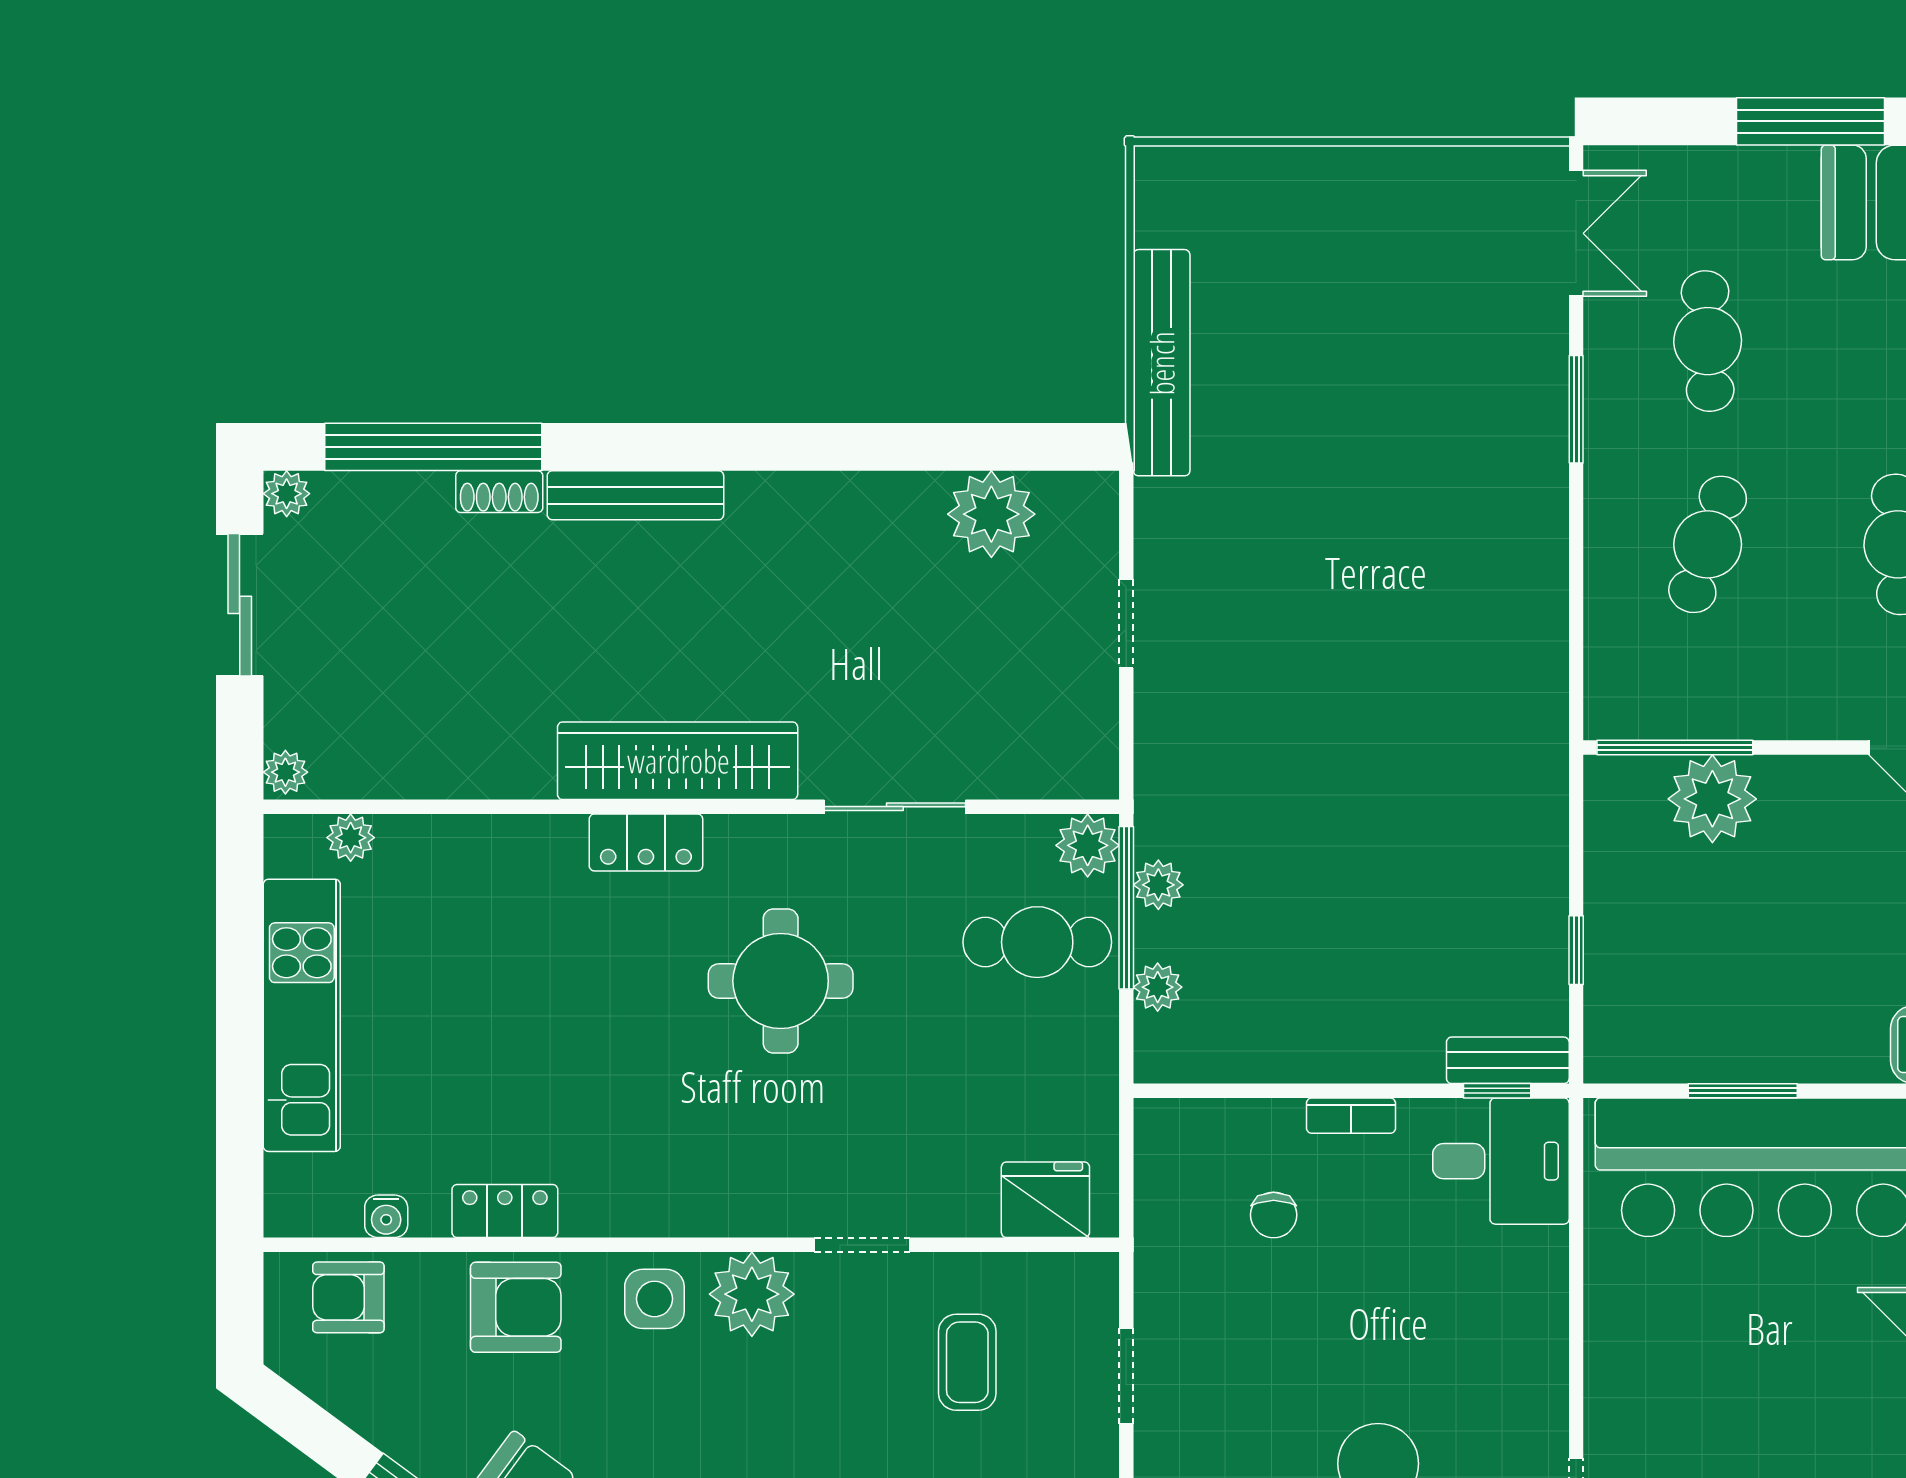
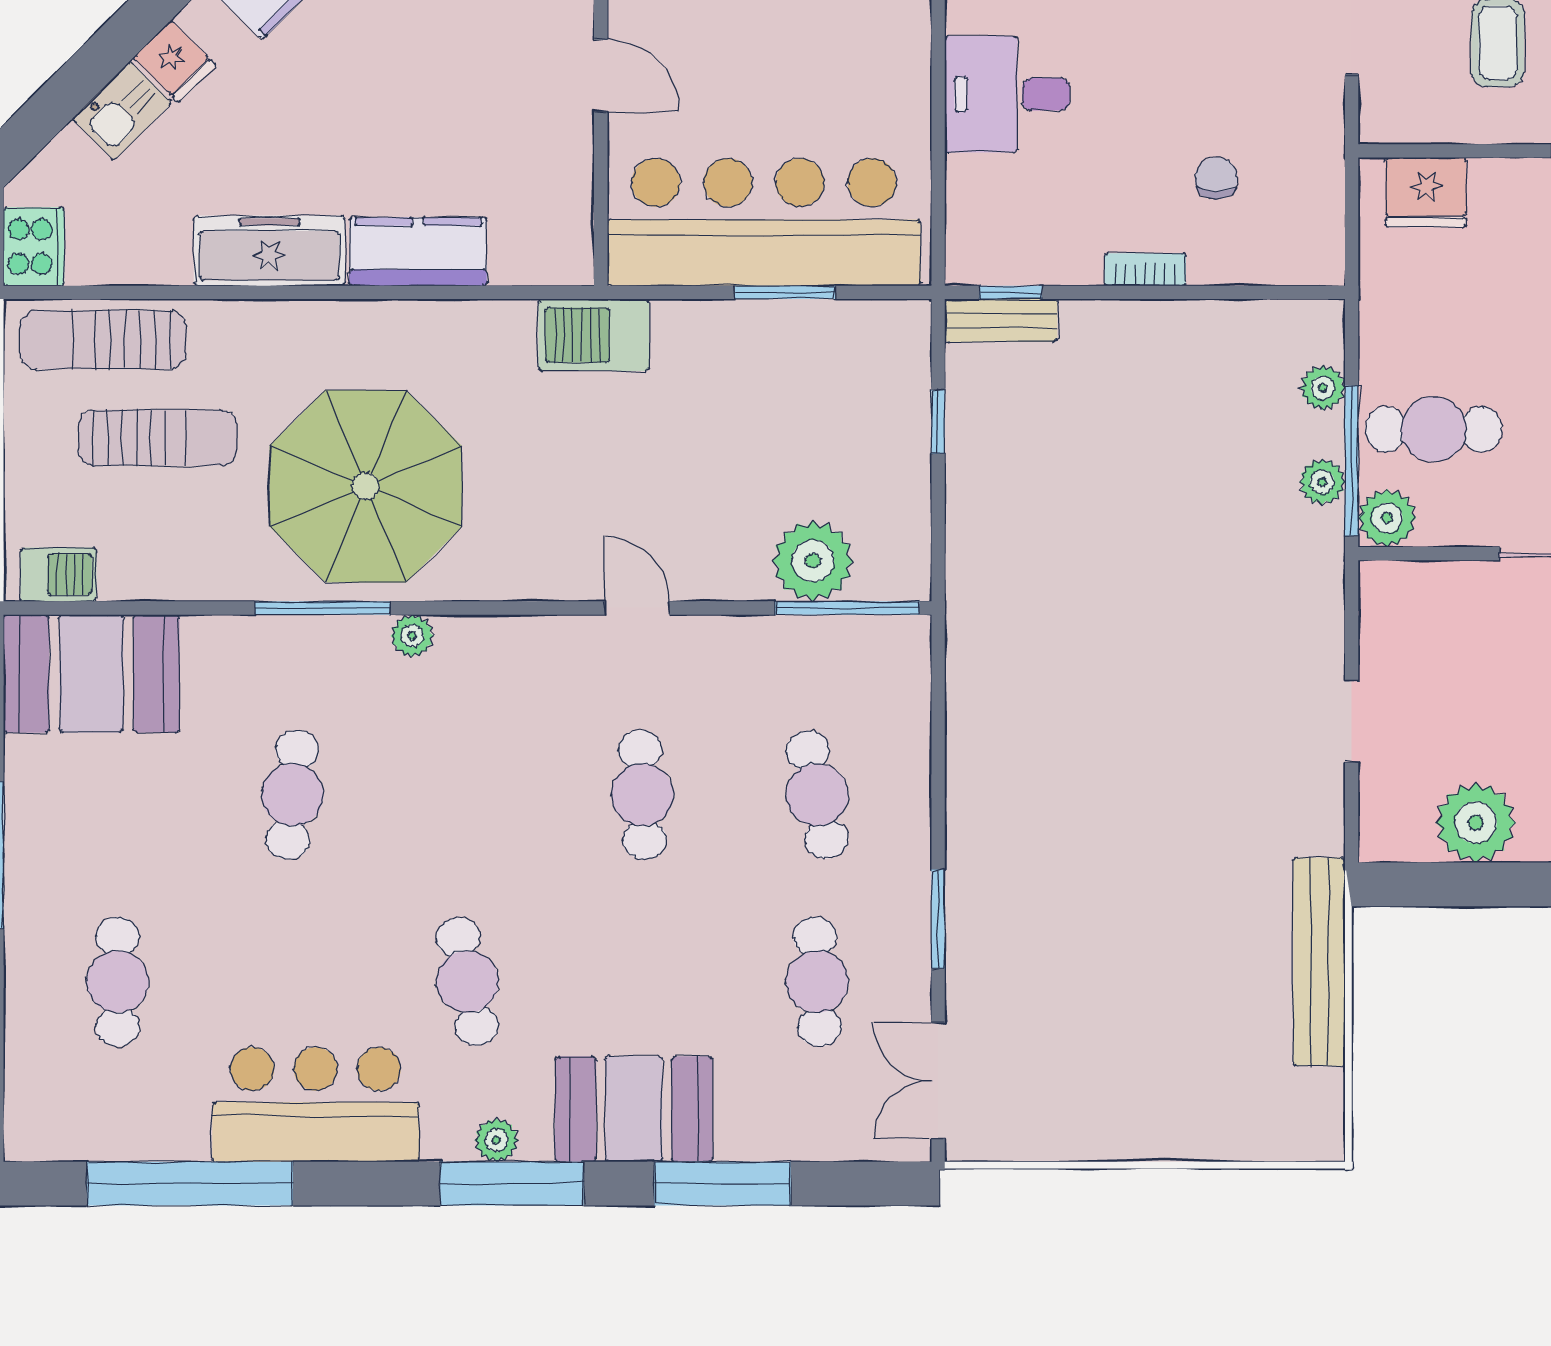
cafe table: (1708, 544) -> (817, 795), turned -30
desk: (1501, 1161) -> (1007, 94), moved

